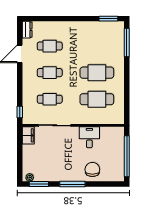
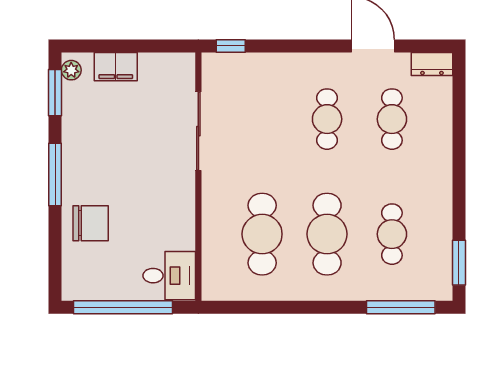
cafe table: (50, 99) -> (392, 234), moved
filing cabinet: (28, 135) -> (116, 67), moved
desk: (89, 137) -> (169, 276), moved

